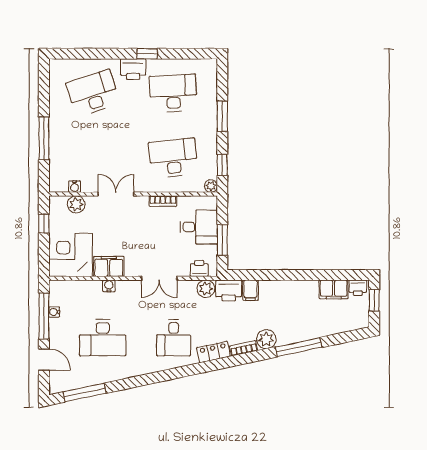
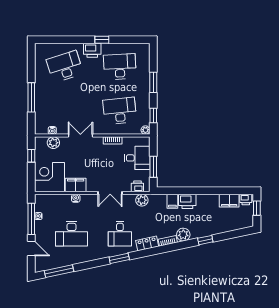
printer: (229, 290) -> (187, 201), moved
window: (299, 347) -> (205, 240), width x0.46
window: (173, 374) -> (119, 258), added

